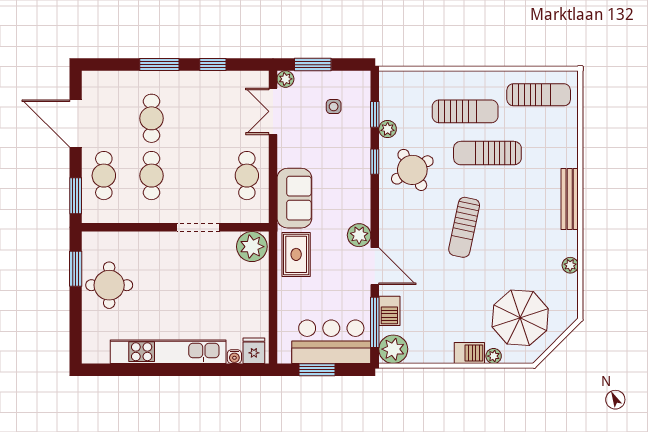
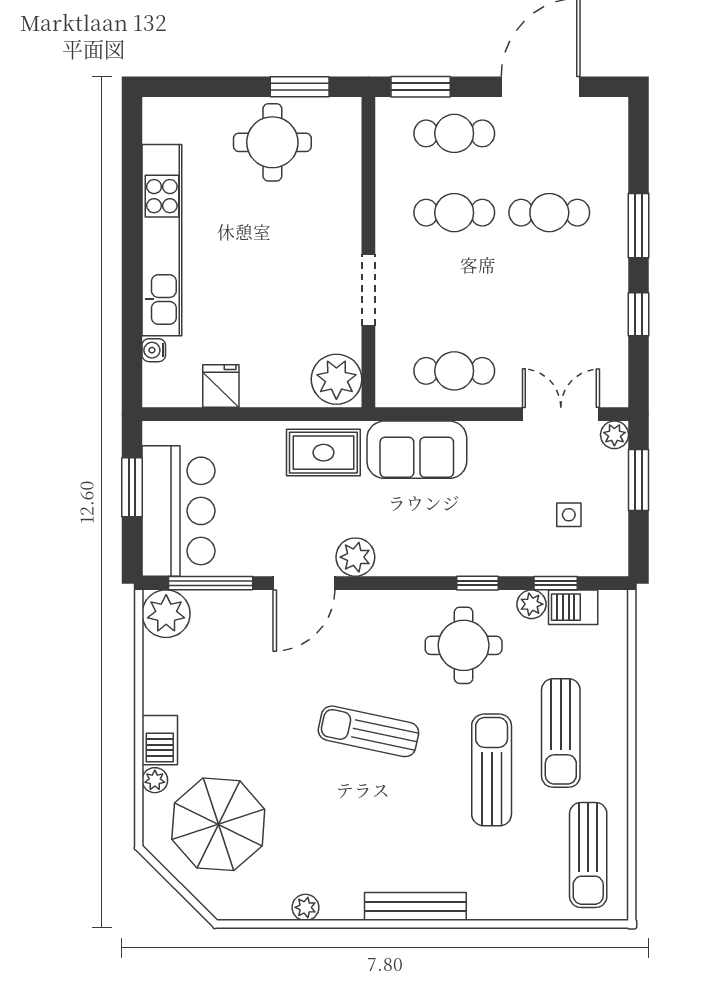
round table: (412, 170) -> (464, 645), turned 30
barbecue: (389, 311) -> (573, 607), moved
fridge: (254, 351) -> (221, 386), moved, turned -90

